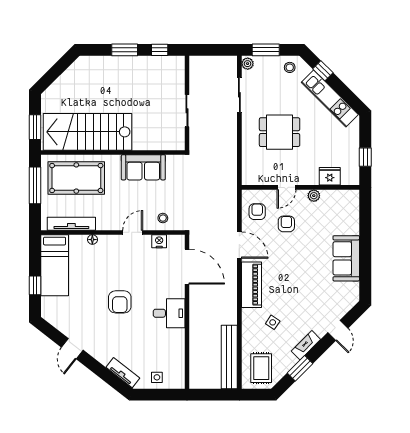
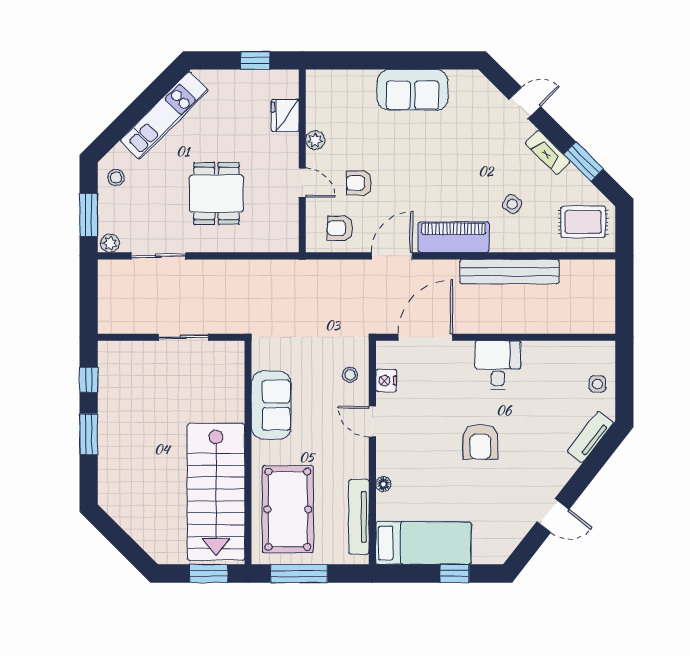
window: (323, 71) -> (121, 126), removed
armchair: (120, 302) -> (480, 442), turned 90
bench: (229, 357) -> (509, 272), moved

